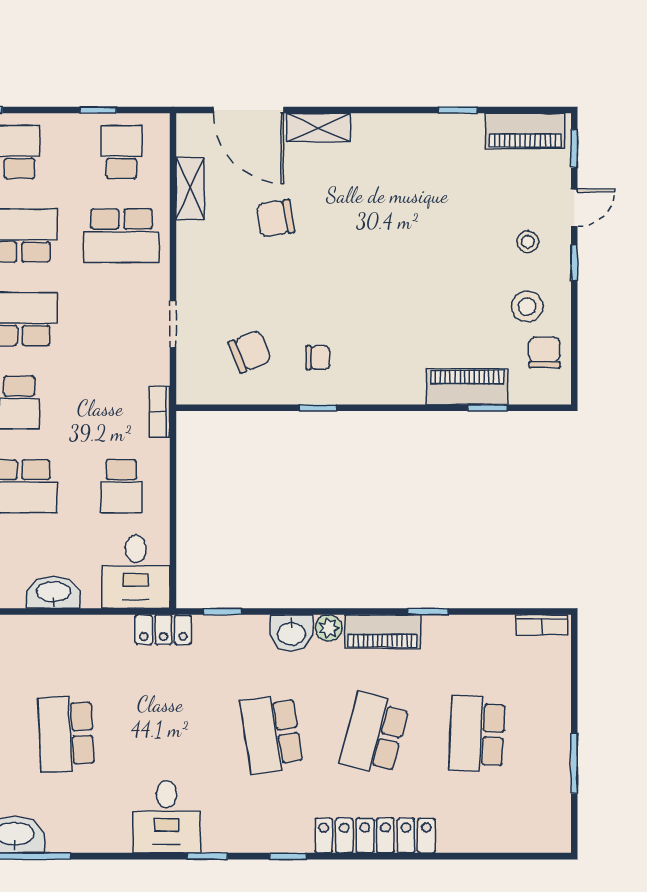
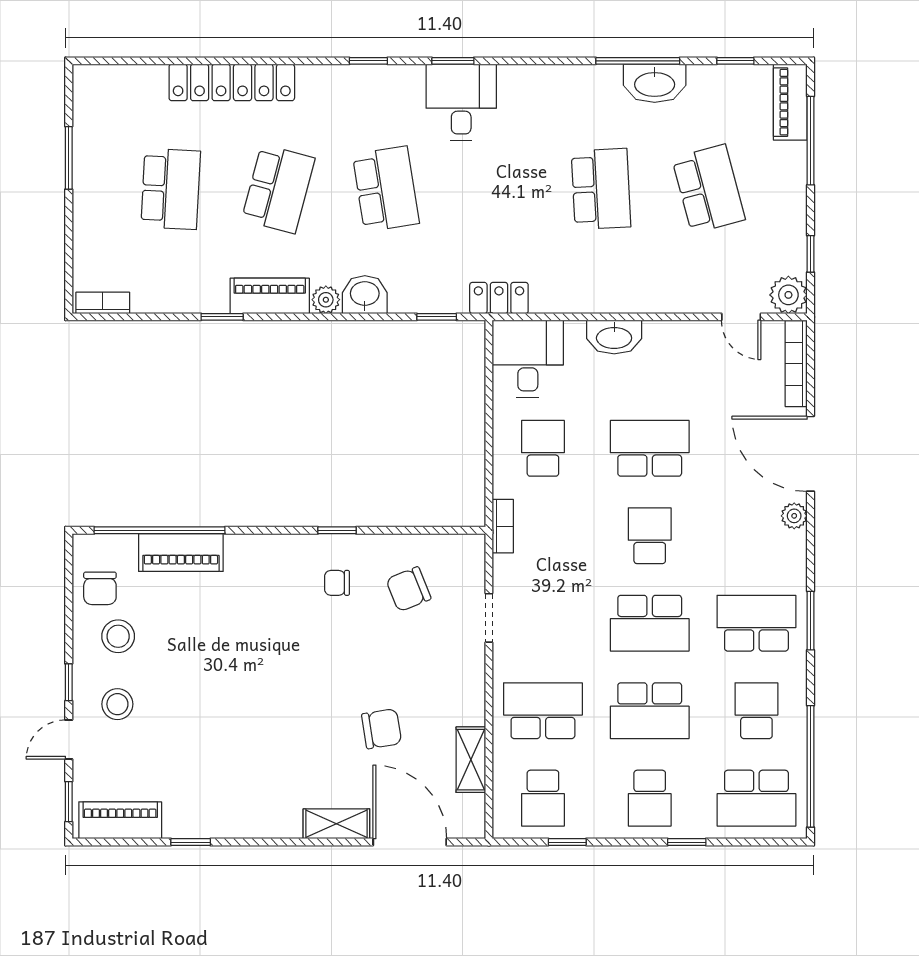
stool: (528, 242) -> (117, 704), width x1.37, depth x1.37
window: (488, 408) -> (159, 530), width x3.17
desk: (167, 817) -> (461, 102), moved
locker: (375, 836) -> (232, 82), moved

